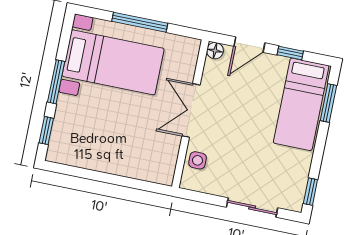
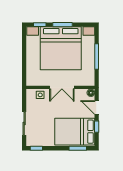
bed with nightstands: (113, 62) -> (61, 48), width x1.85
bed: (301, 104) -> (75, 132), width x1.50
double door: (191, 110) -> (62, 87), swing flipped

